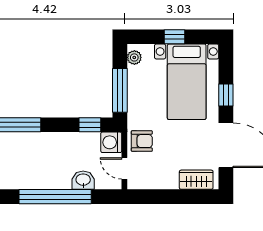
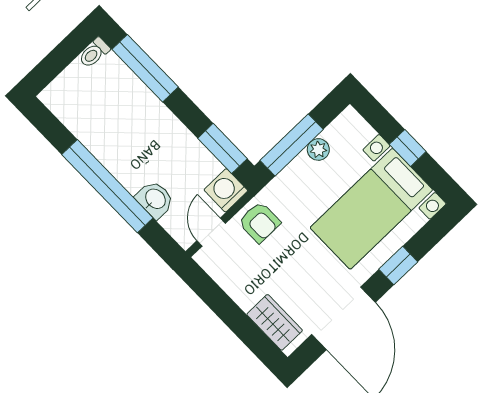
plant: (134, 57) -> (318, 149), moved
window: (90, 125) -> (222, 148), width x1.50

